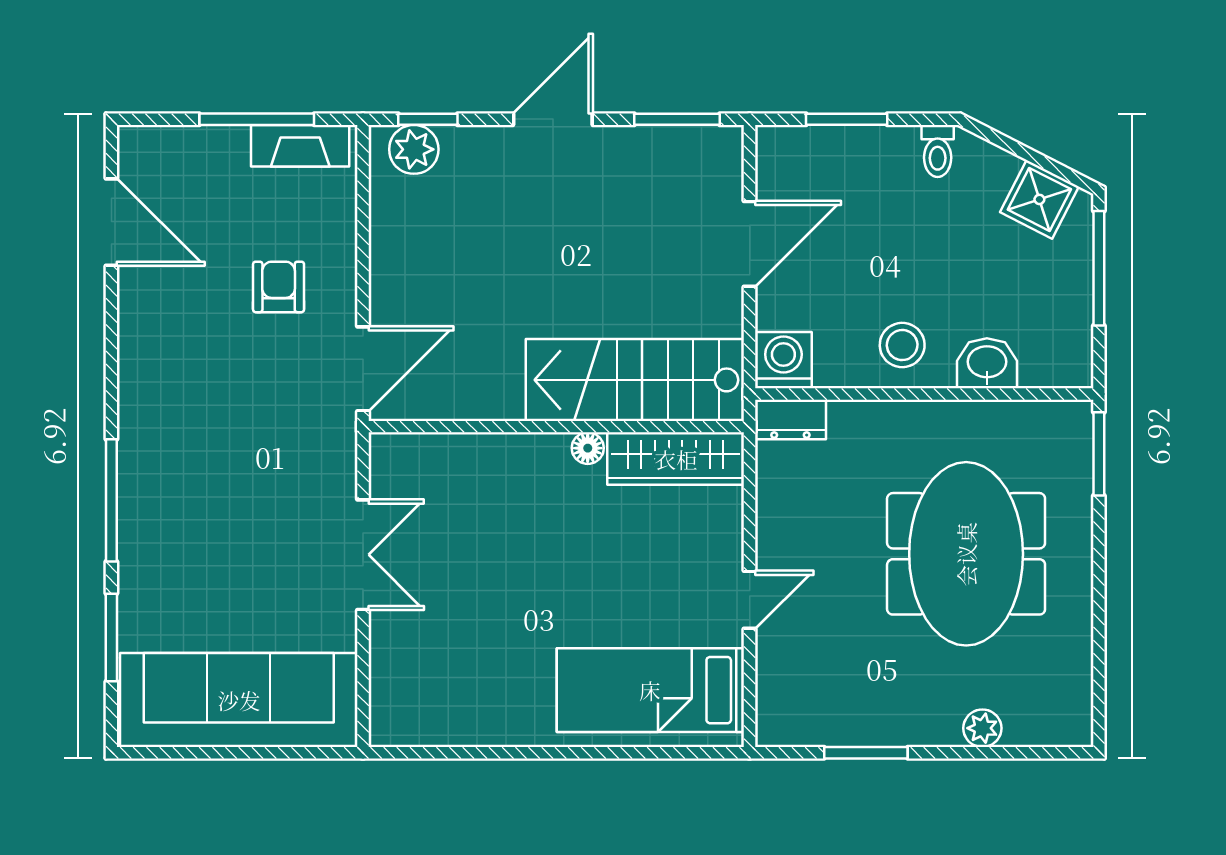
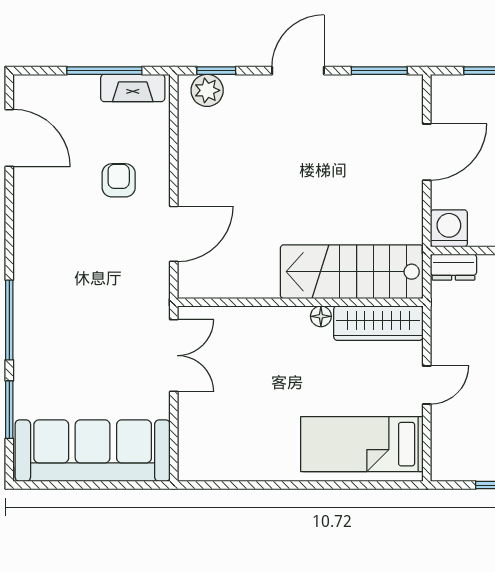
stairs: (635, 380) -> (352, 272), moved
wall: (556, 427) -> (300, 302), moved
floor lamp: (588, 448) -> (321, 316), moved
wardrobe: (676, 459) -> (378, 323), moved

